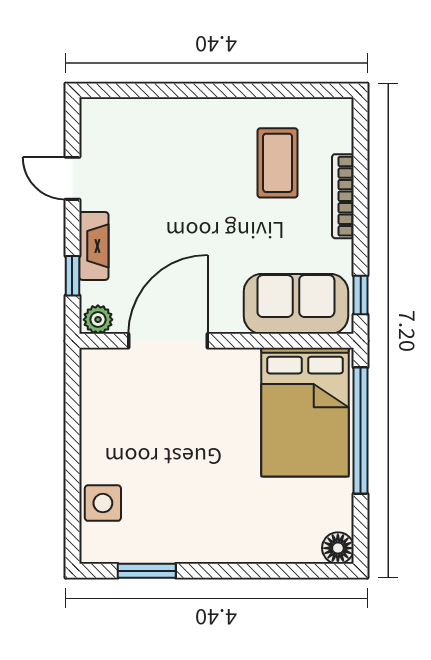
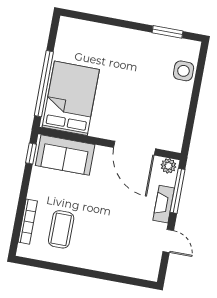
bookcase: (343, 196) -> (28, 222), moved
window: (72, 276) -> (178, 191), width x2.17
door: (168, 341) -> (134, 148), hinge flipped
floor lamp: (338, 548) -> (67, 25), removed

